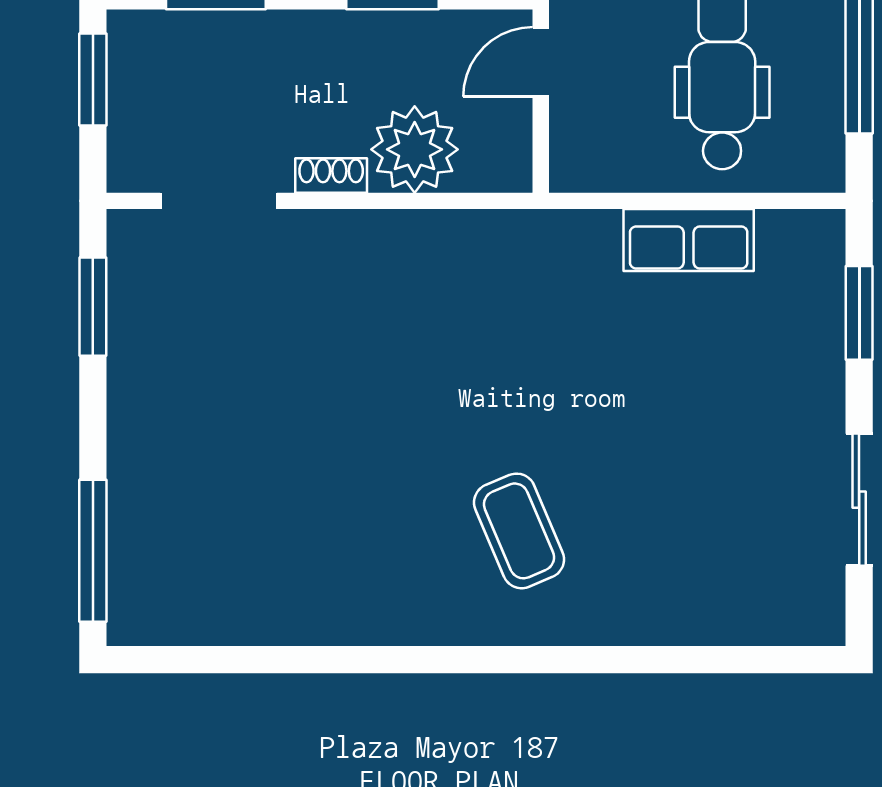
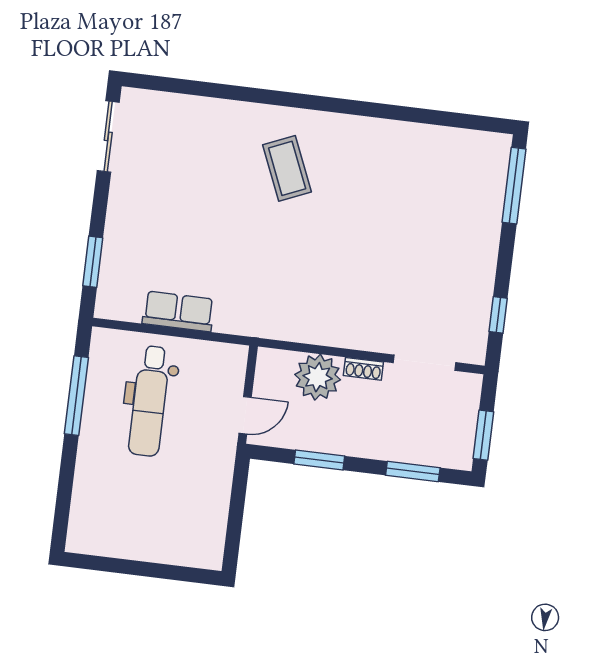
window: (93, 307) -> (498, 315), width x0.67
sliding door: (859, 500) -> (108, 136), moved

